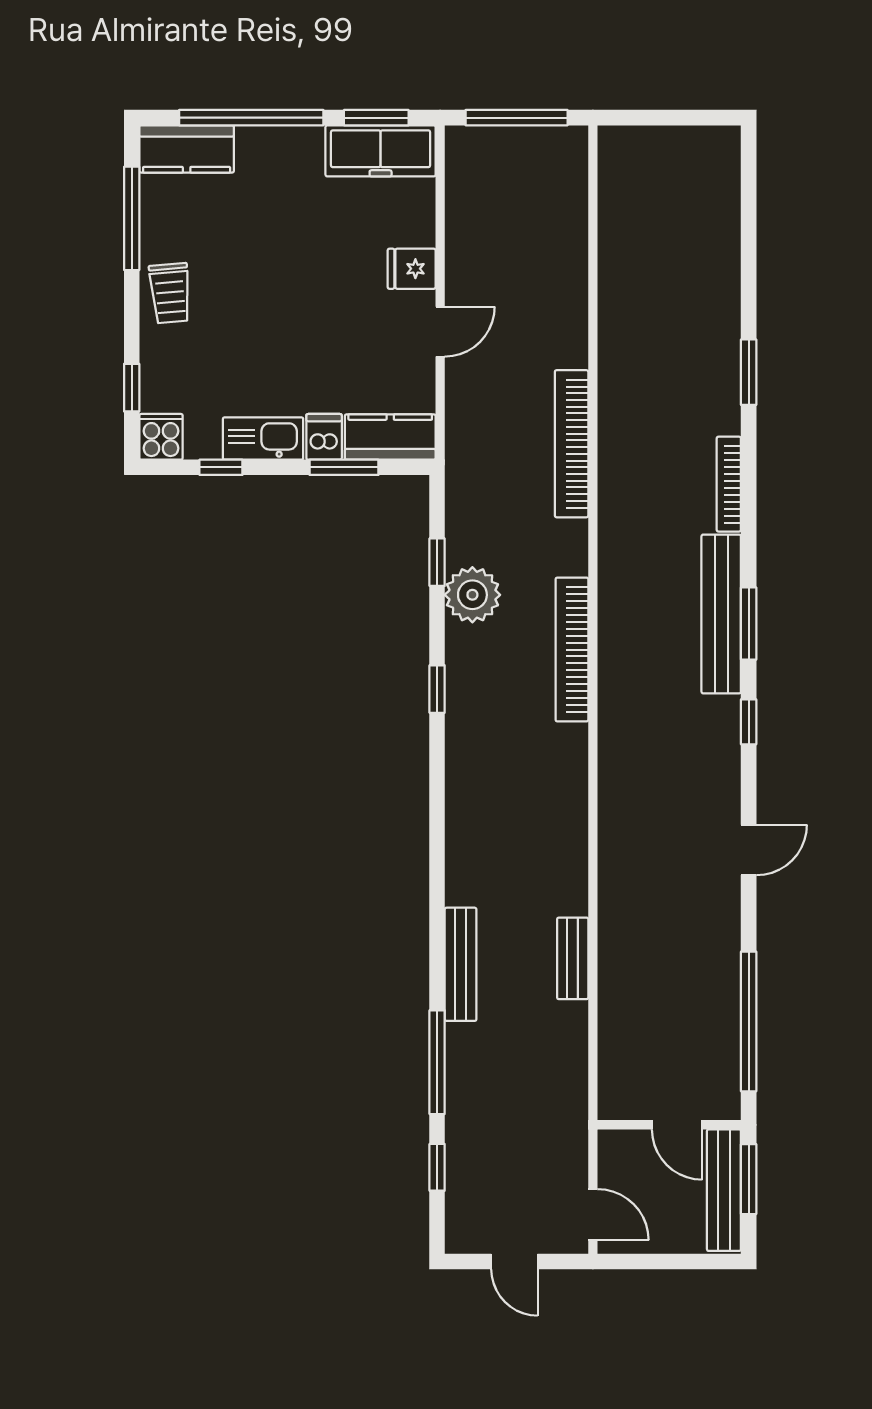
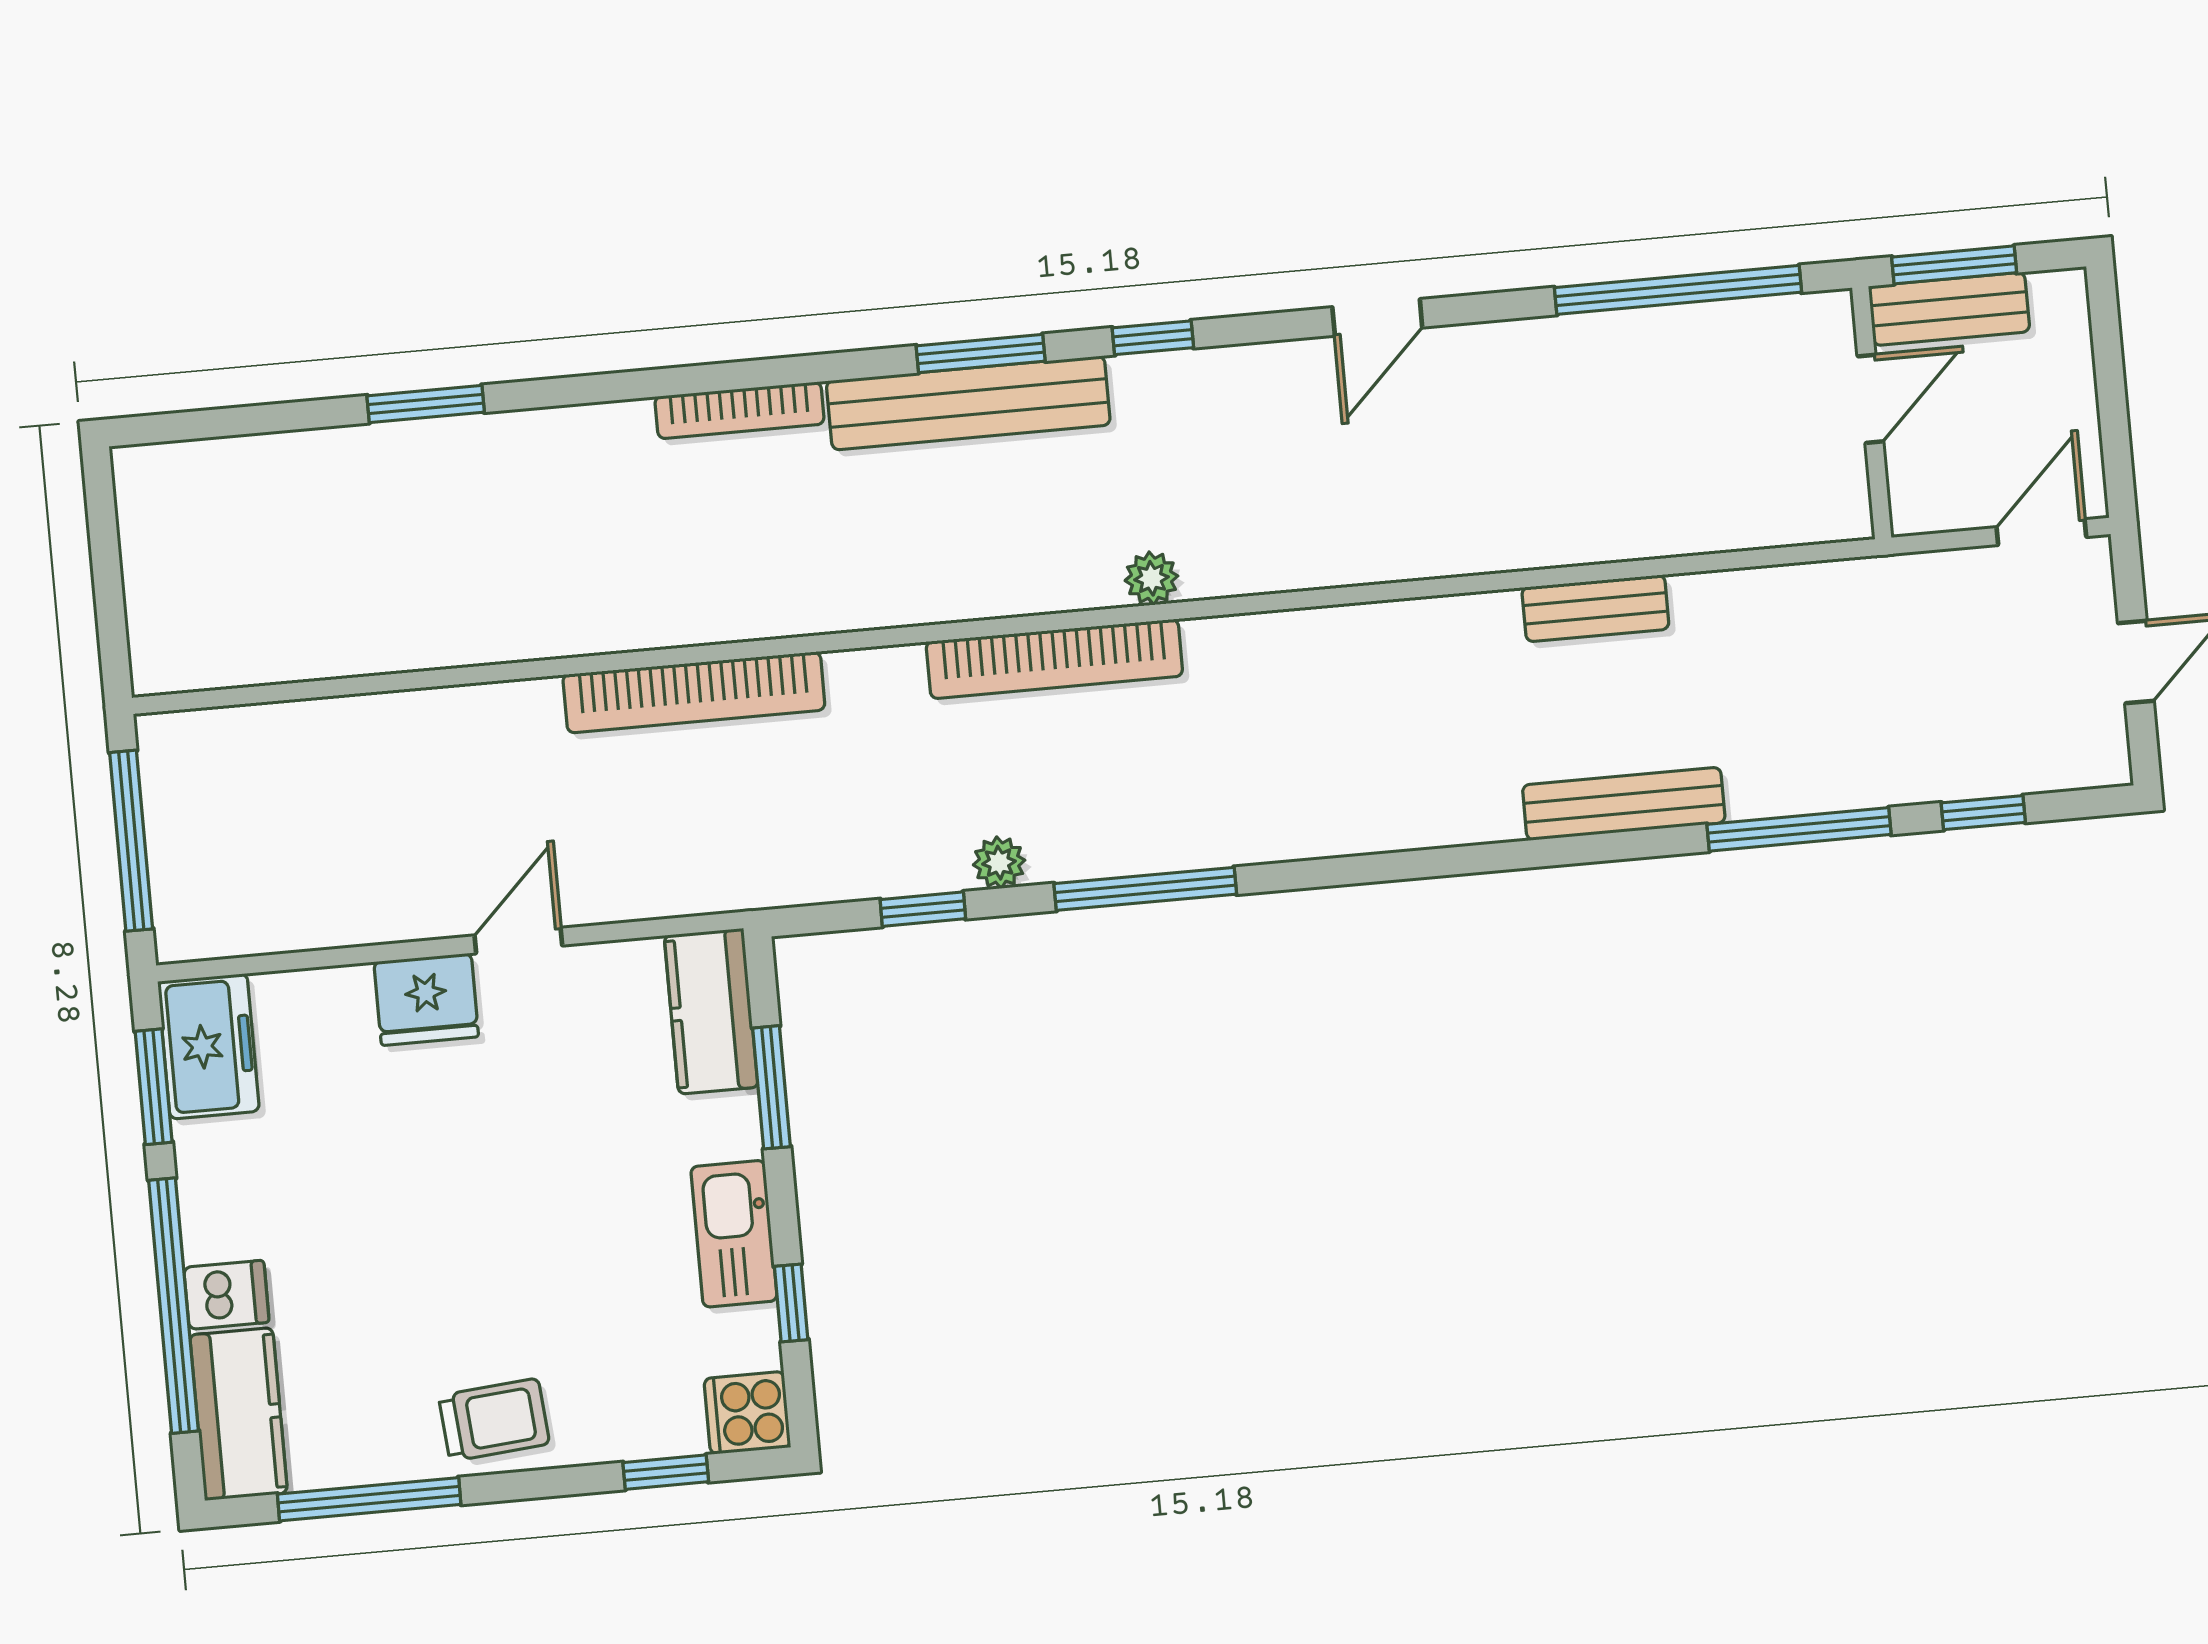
freezer: (381, 151) -> (209, 1046), width x0.71
fridge: (412, 269) -> (426, 999), width x1.38
door: (440, 332) -> (518, 941), hinge flipped
window: (749, 372) -> (426, 404), moved
dishwasher: (324, 437) -> (226, 1295), moved, turned 180
plant: (472, 595) -> (999, 863), width x0.53, depth x0.53
window: (437, 689) -> (1145, 889), width x2.17
plant: (613, 709) -> (1151, 578), added
door: (749, 850) -> (1377, 317), swing flipped
bench: (724, 1190) -> (1949, 309), width x0.73

